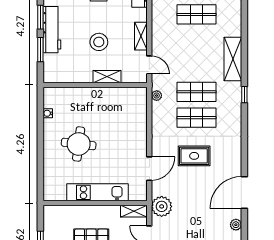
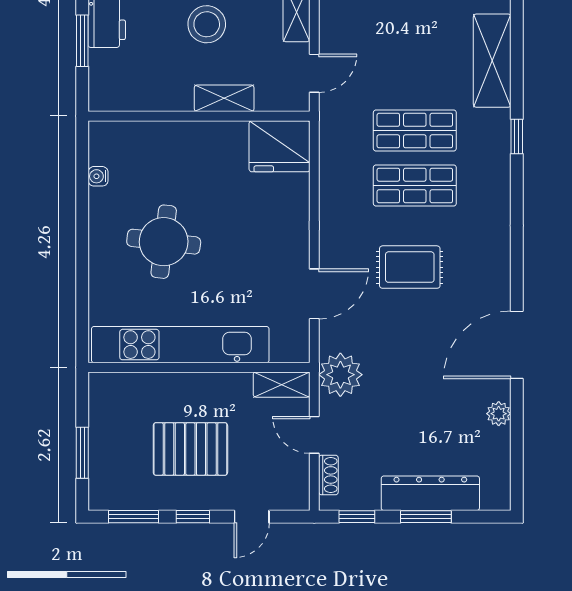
door: (149, 65) -> (314, 73), hinge flipped
plant: (157, 96) -> (330, 138), removed
fridge: (133, 99) -> (280, 146), added
kitchen unit: (98, 192) -> (180, 345), width x1.36

